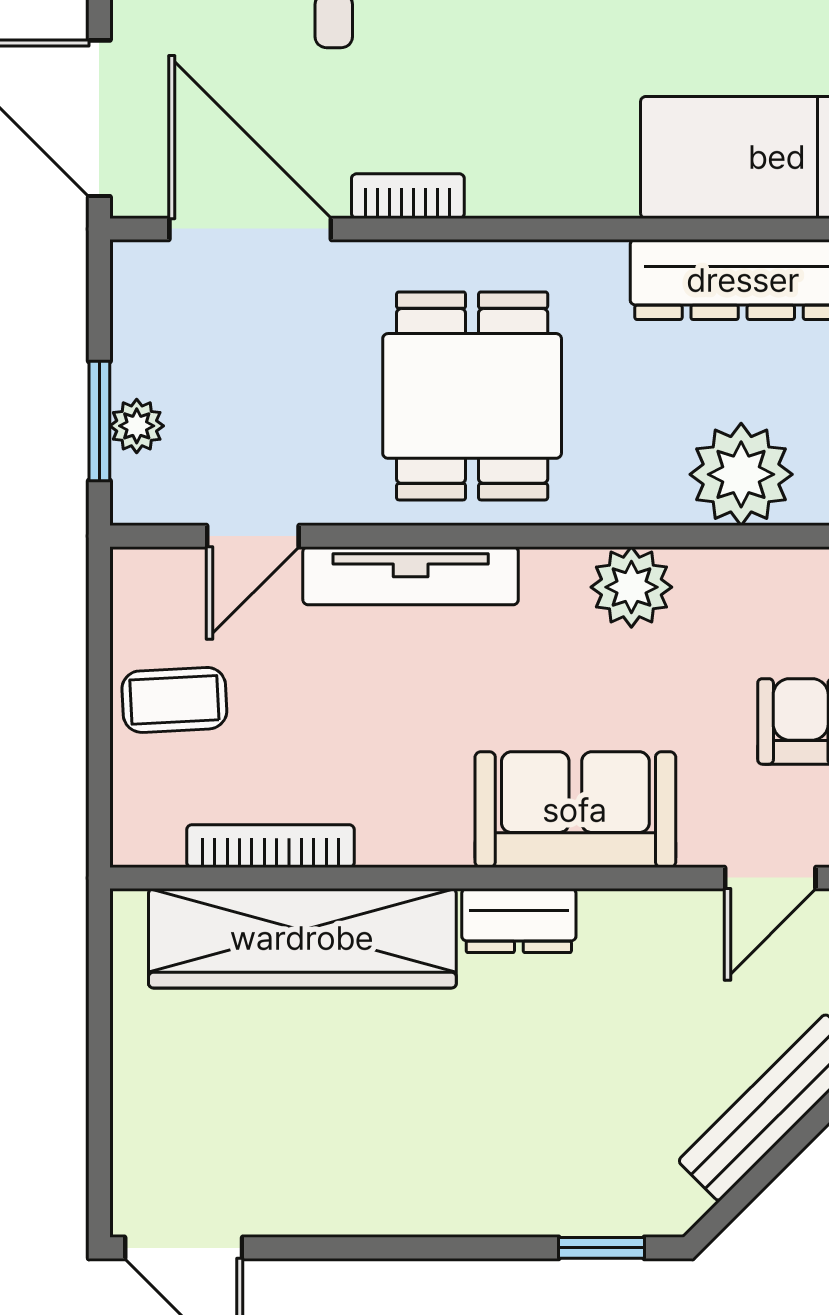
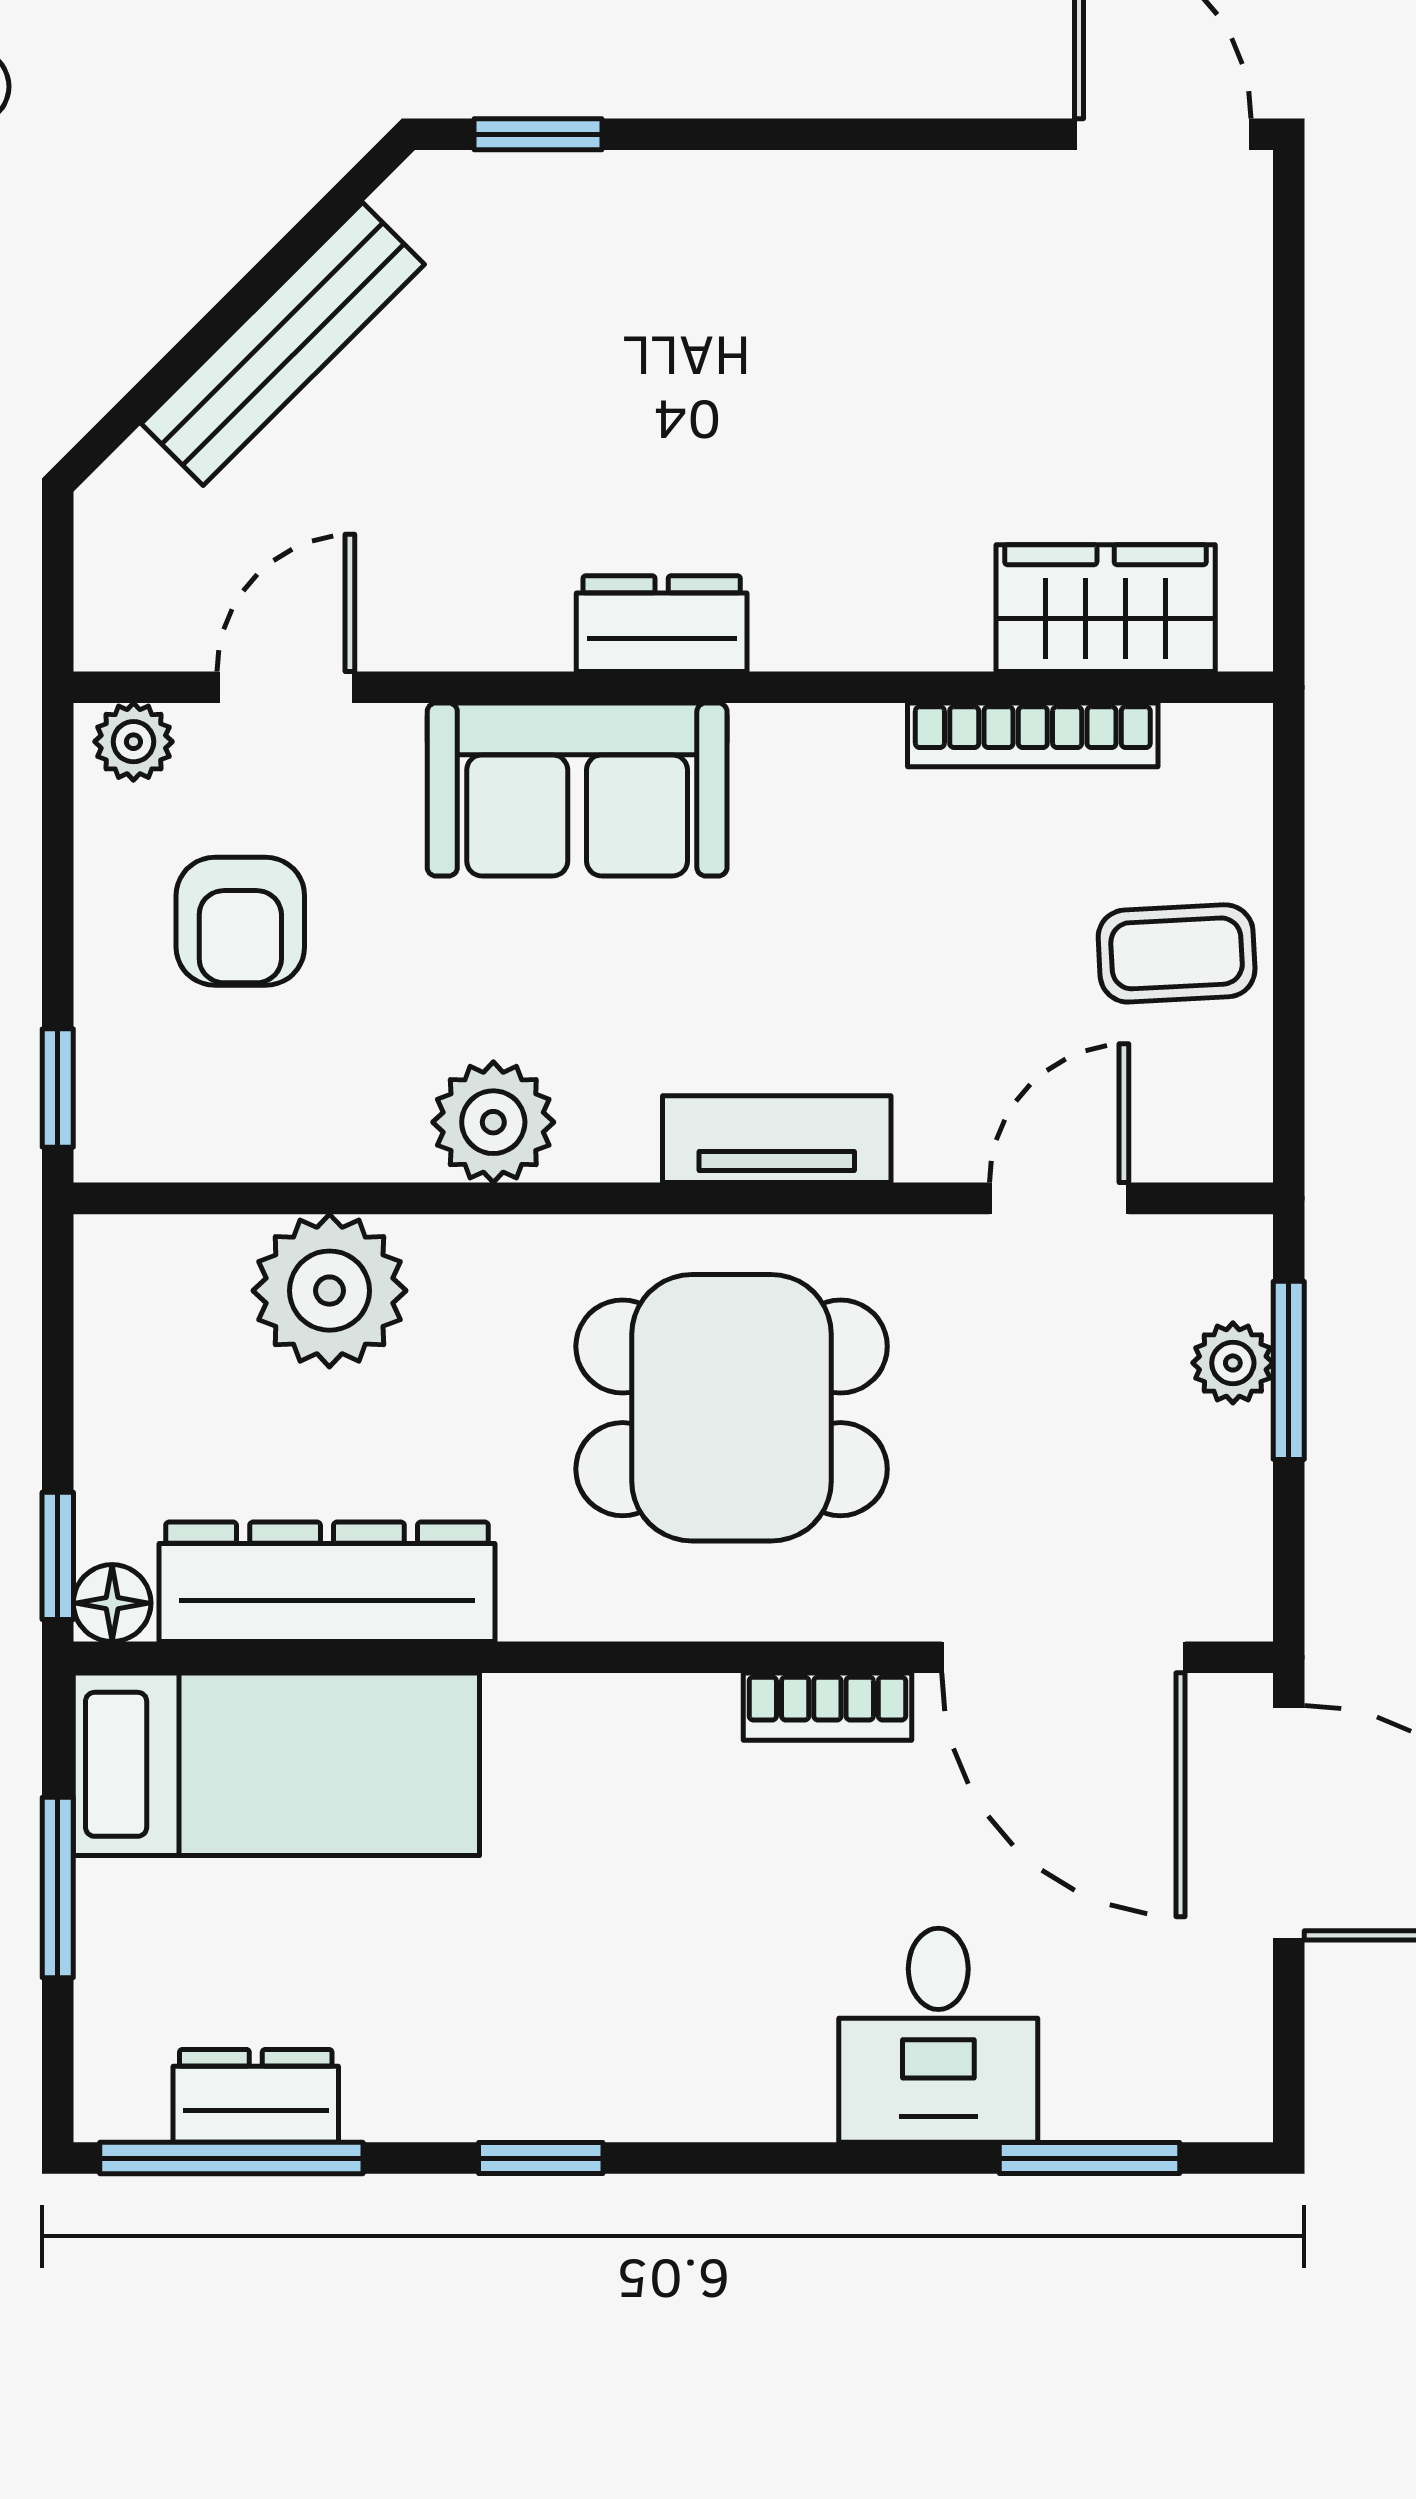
dining table: (472, 396) -> (732, 1408), turned 90
tv unit: (411, 576) -> (777, 1139), width x0.71
wardrobe: (302, 938) -> (1106, 608), width x0.48, depth x0.85

